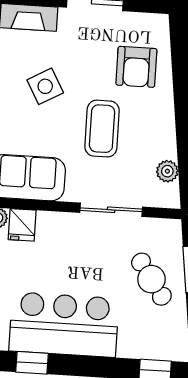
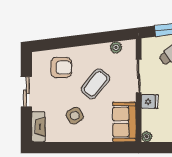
coffee table: (102, 129) -> (95, 84), turned -51
fridge: (22, 225) -> (150, 102), moved

